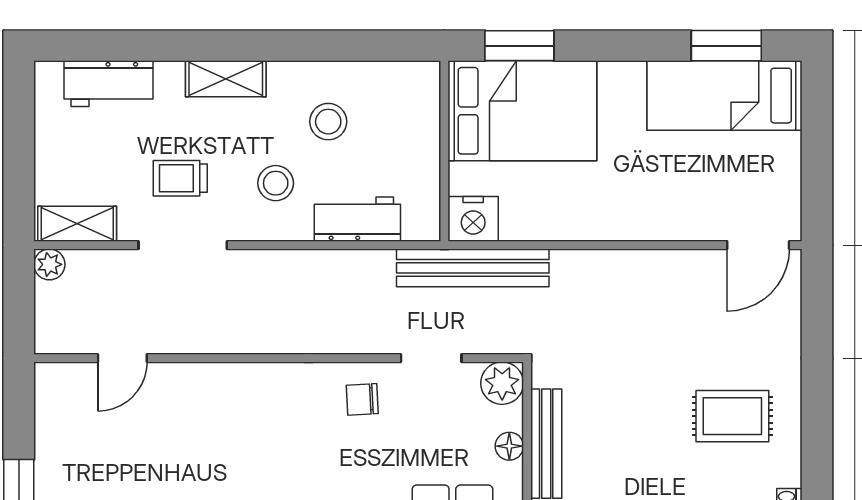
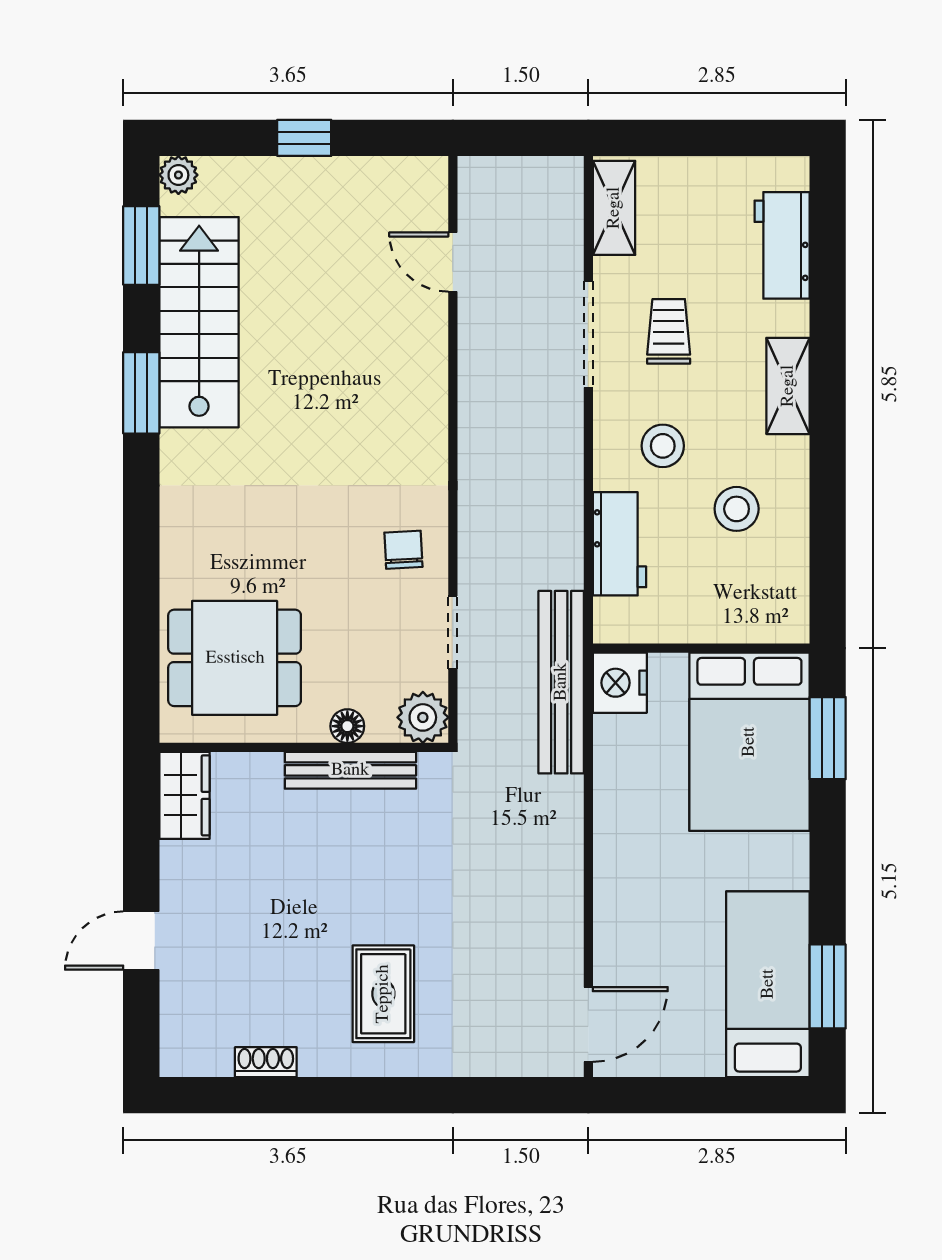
door: (758, 245) -> (588, 1024), swing flipped
plant: (49, 264) -> (565, 175), removed

